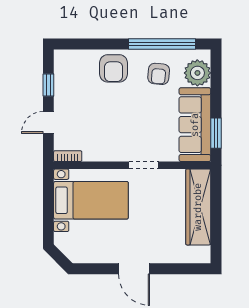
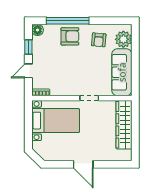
window: (162, 44) -> (68, 21), moved
floor lamp: (63, 58) -> (38, 30), added
armchair: (114, 68) -> (70, 36), turned -90
window: (216, 133) -> (135, 78), removed

